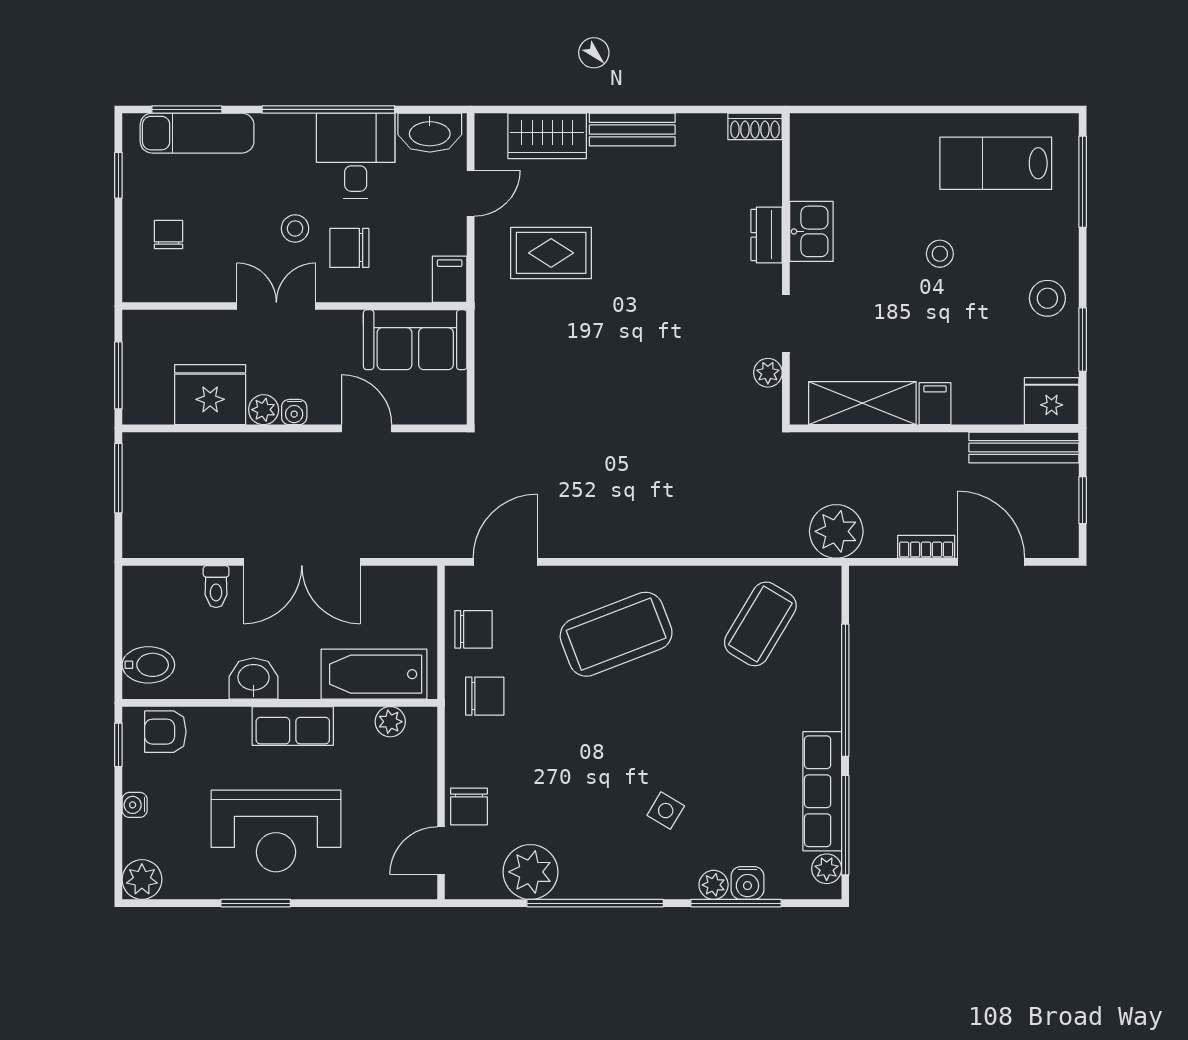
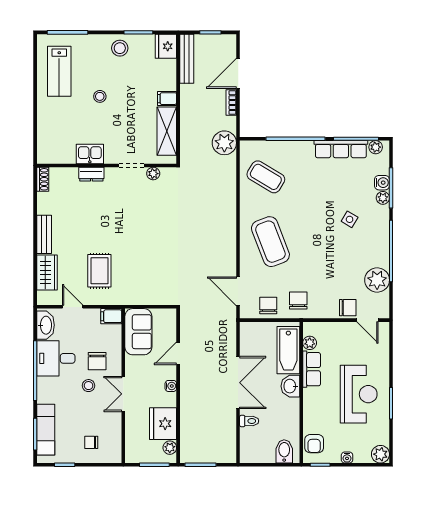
plant: (264, 410) -> (170, 448), moved
washbasin: (253, 679) -> (290, 386), moved
row of seats: (293, 726) -> (312, 369), moved

